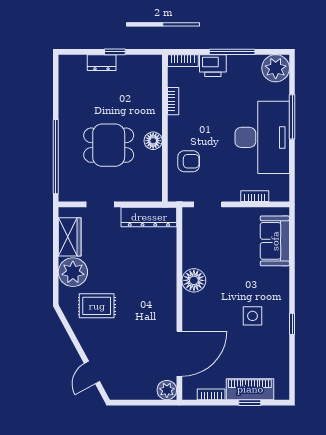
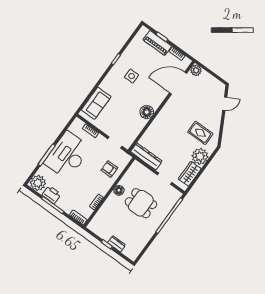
printer: (213, 66) -> (51, 195), moved

